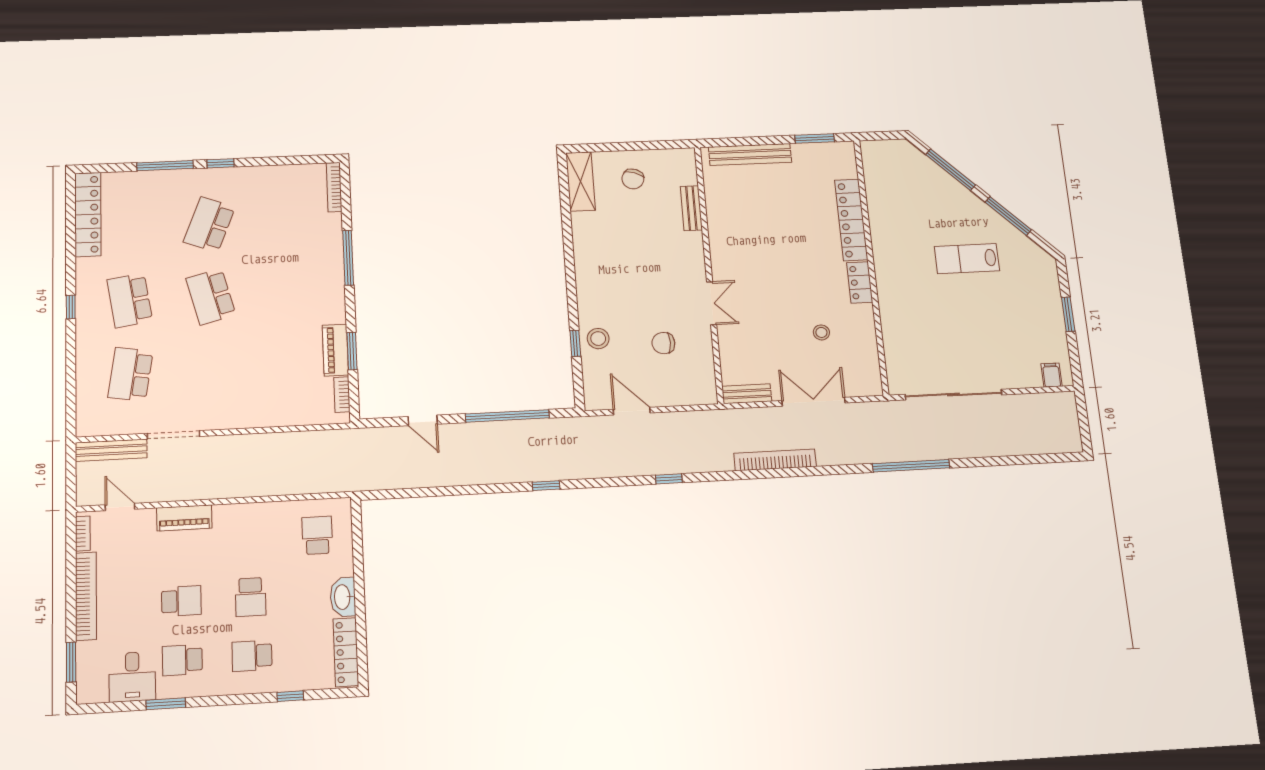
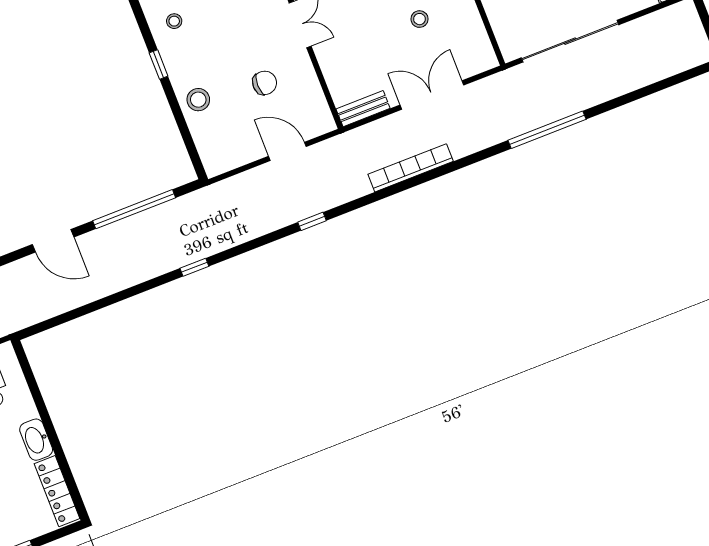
stool: (598, 265) -> (174, 21), added
window: (575, 343) -> (159, 65), moved
chair: (663, 343) -> (265, 83), turned 180
door: (632, 411) -> (287, 151), moved
door: (423, 420) -> (53, 241), width x1.38

